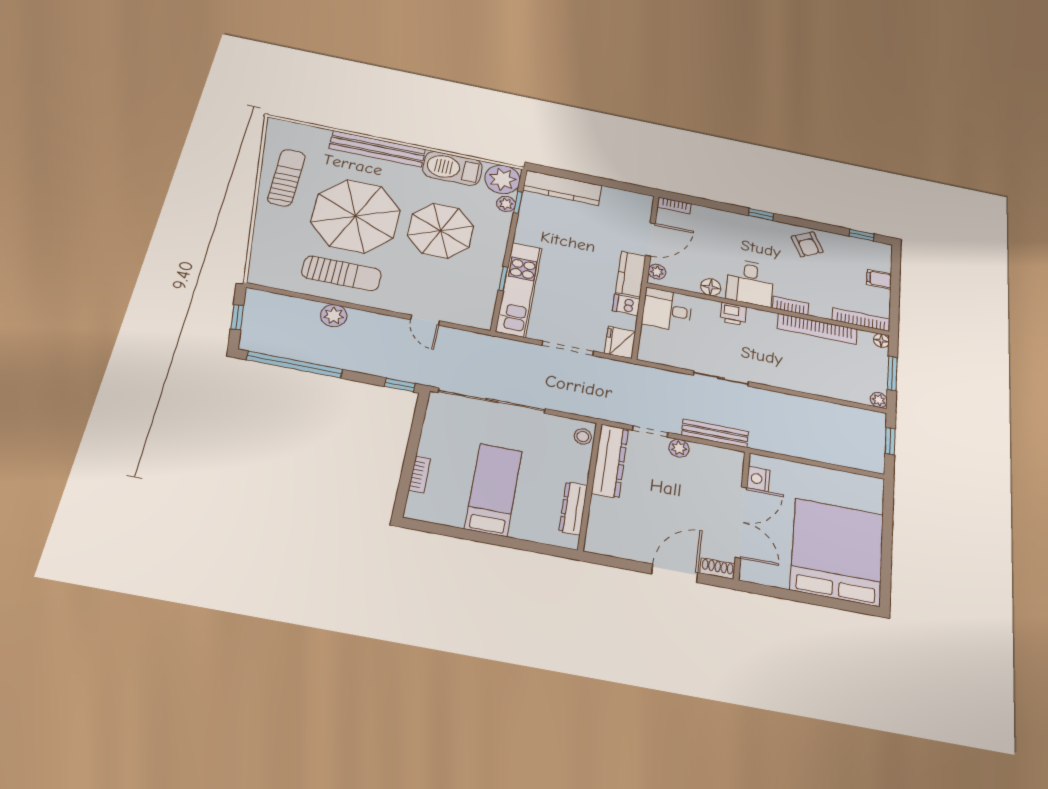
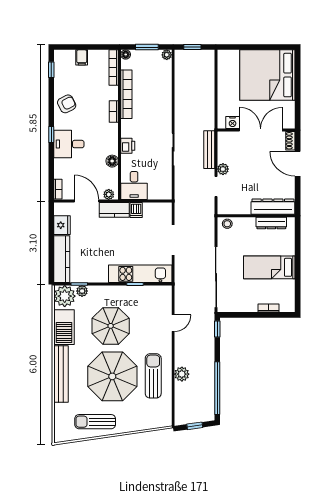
desk: (750, 283) -> (69, 144), moved, turned 180
fridge: (620, 342) -> (62, 225), moved, turned -90
dresser: (610, 461) -> (273, 207), moved

